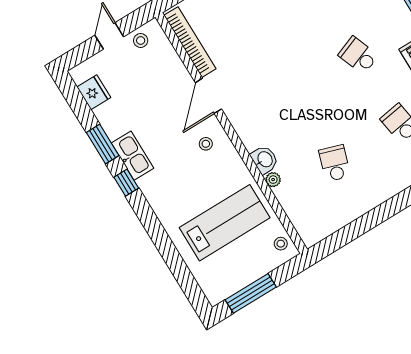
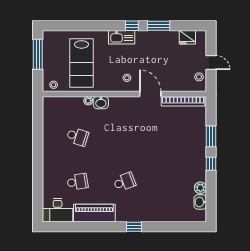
kitchen sink: (132, 156) -> (122, 37), moved

